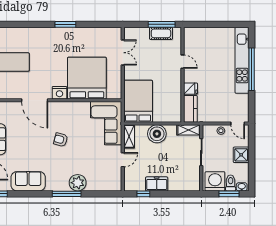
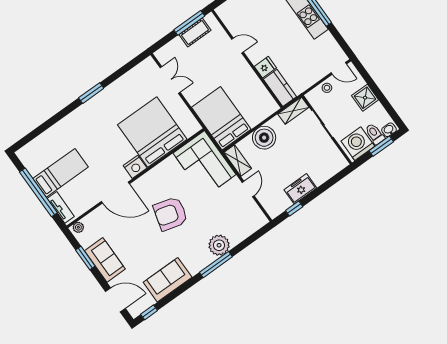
armchair: (61, 140) -> (170, 214), width x1.88, depth x1.88

